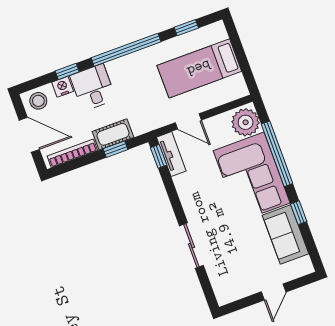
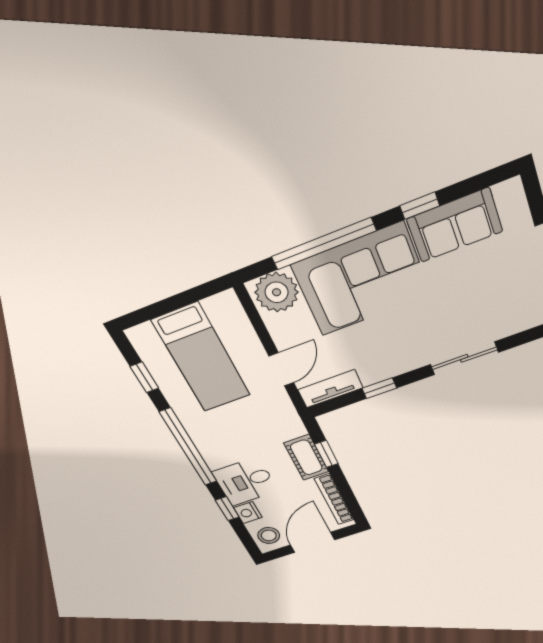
window: (159, 156) -> (379, 388), moved

